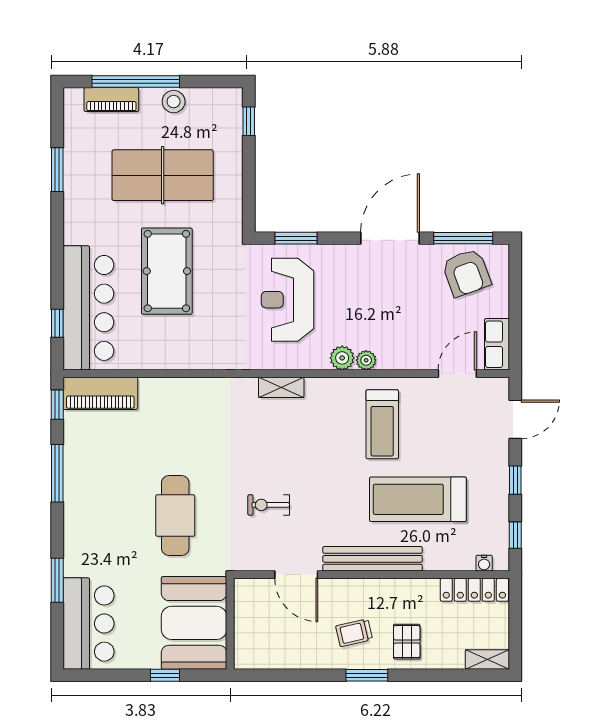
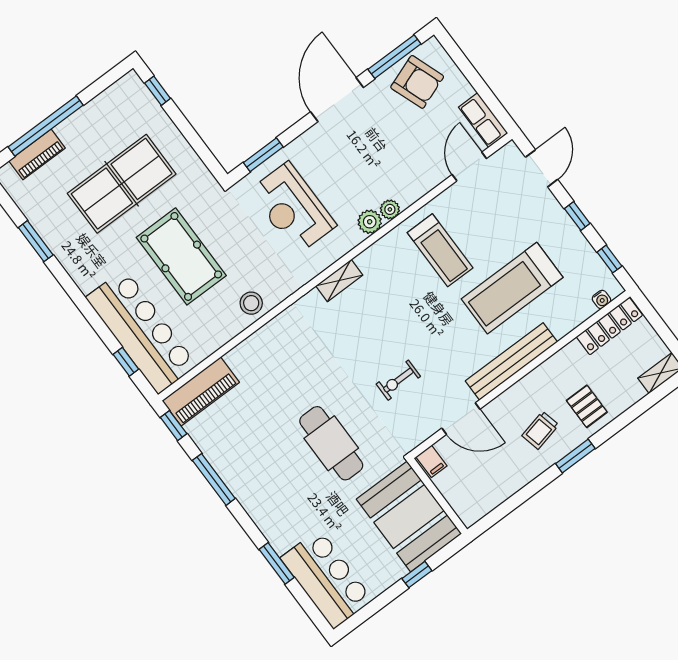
stool: (174, 102) -> (251, 303), moved
filing cabinet: (246, 592) -> (431, 461), added

